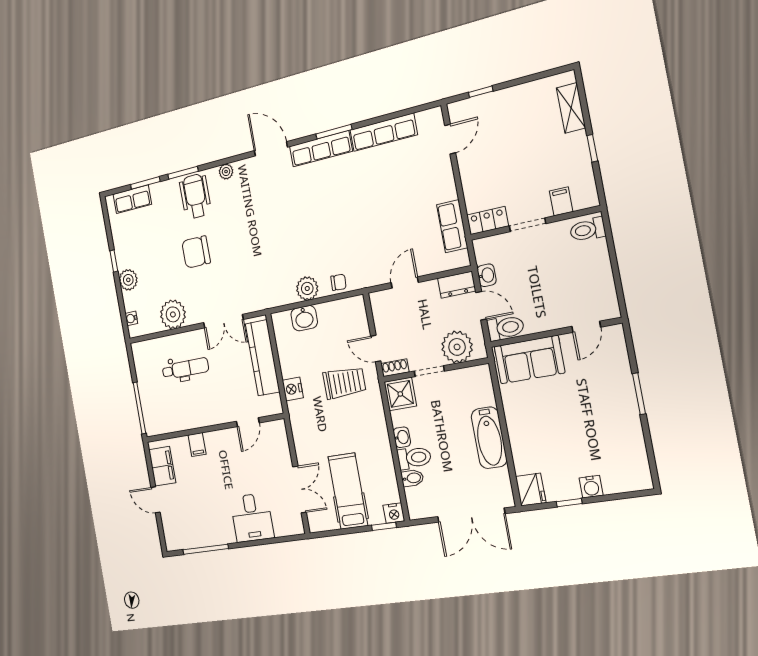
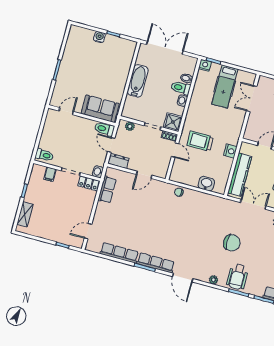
chair: (196, 252) -> (232, 243), moved
washbasin: (487, 275) -> (98, 172), moved
plant: (307, 288) -> (197, 198), removed
plant: (457, 347) -> (130, 126), width x0.53, depth x0.53
fridge: (531, 490) -> (129, 48), removed

